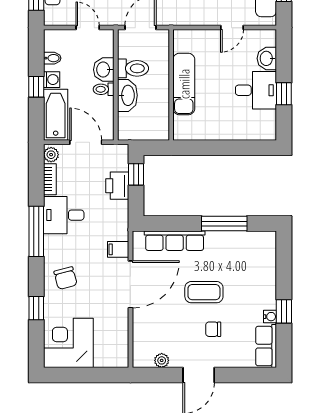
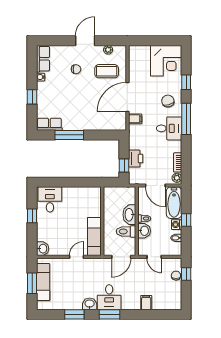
door: (232, 28) -> (76, 257), moved
washbasin: (267, 58) -> (43, 249), moved
exam couch: (184, 84) -> (94, 237), moved
desk: (256, 90) -> (50, 199), moved, turned 90
desk: (64, 215) -> (169, 128), moved
window: (36, 231) -> (186, 119), moved
row of seats: (175, 241) -> (49, 124), moved, width x0.68
coffee table: (204, 292) -> (107, 71), moved
window: (284, 311) -> (32, 97), moved

